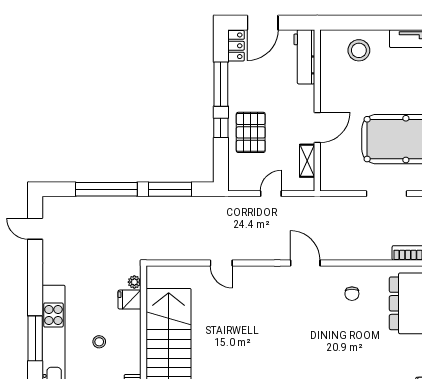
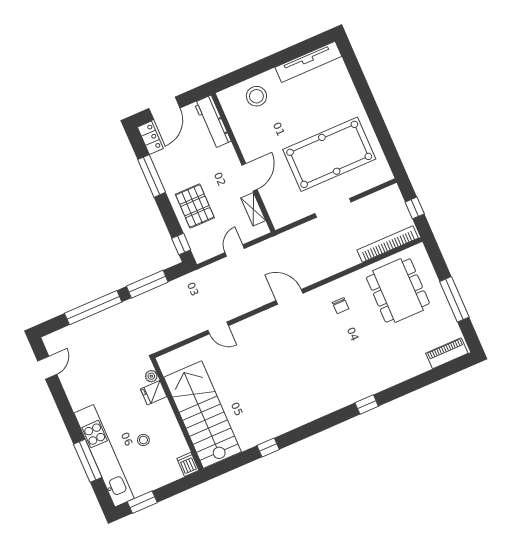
window: (221, 128) -> (181, 244), moved
door: (35, 229) -> (47, 368), swing flipped

